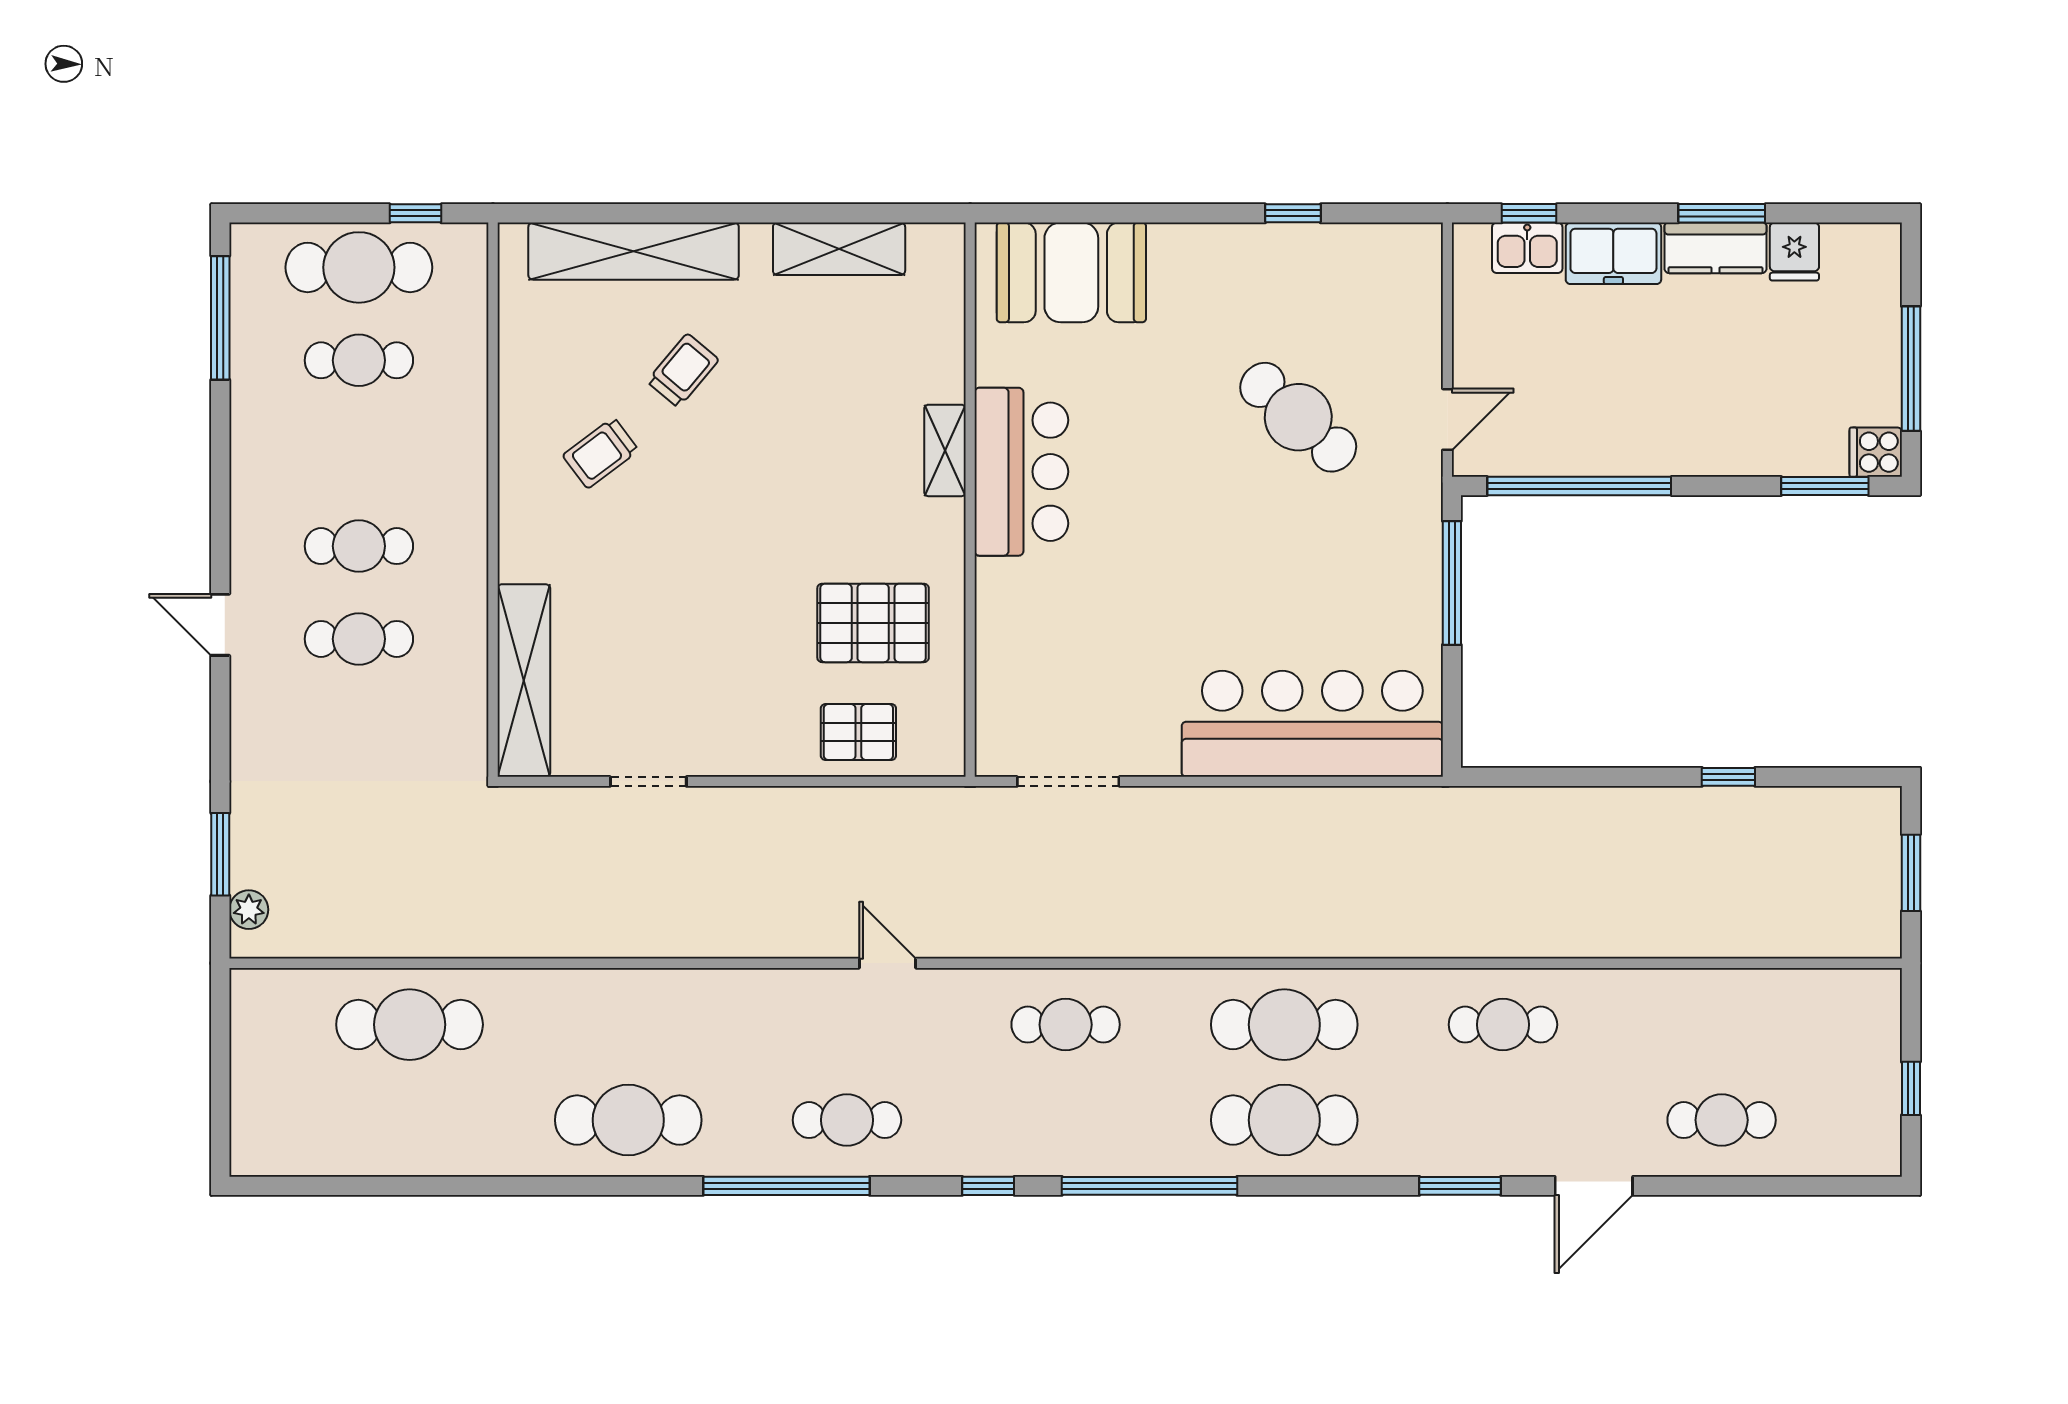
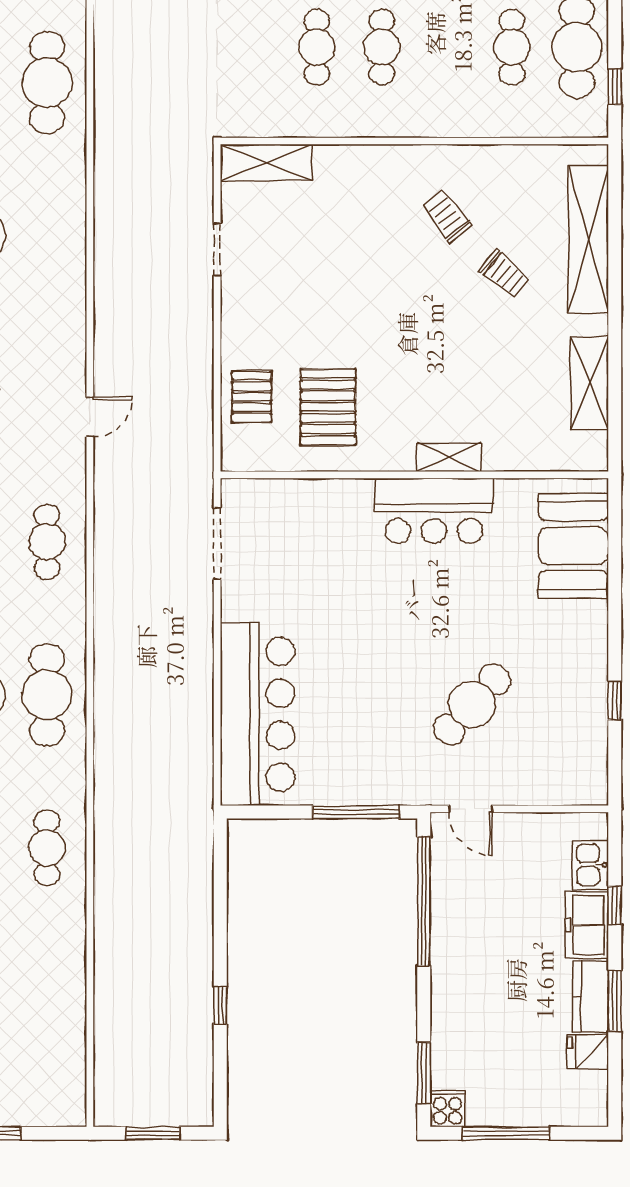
window: (1529, 213) -> (615, 905), moved
shelving: (524, 681) -> (266, 163), width x0.68

